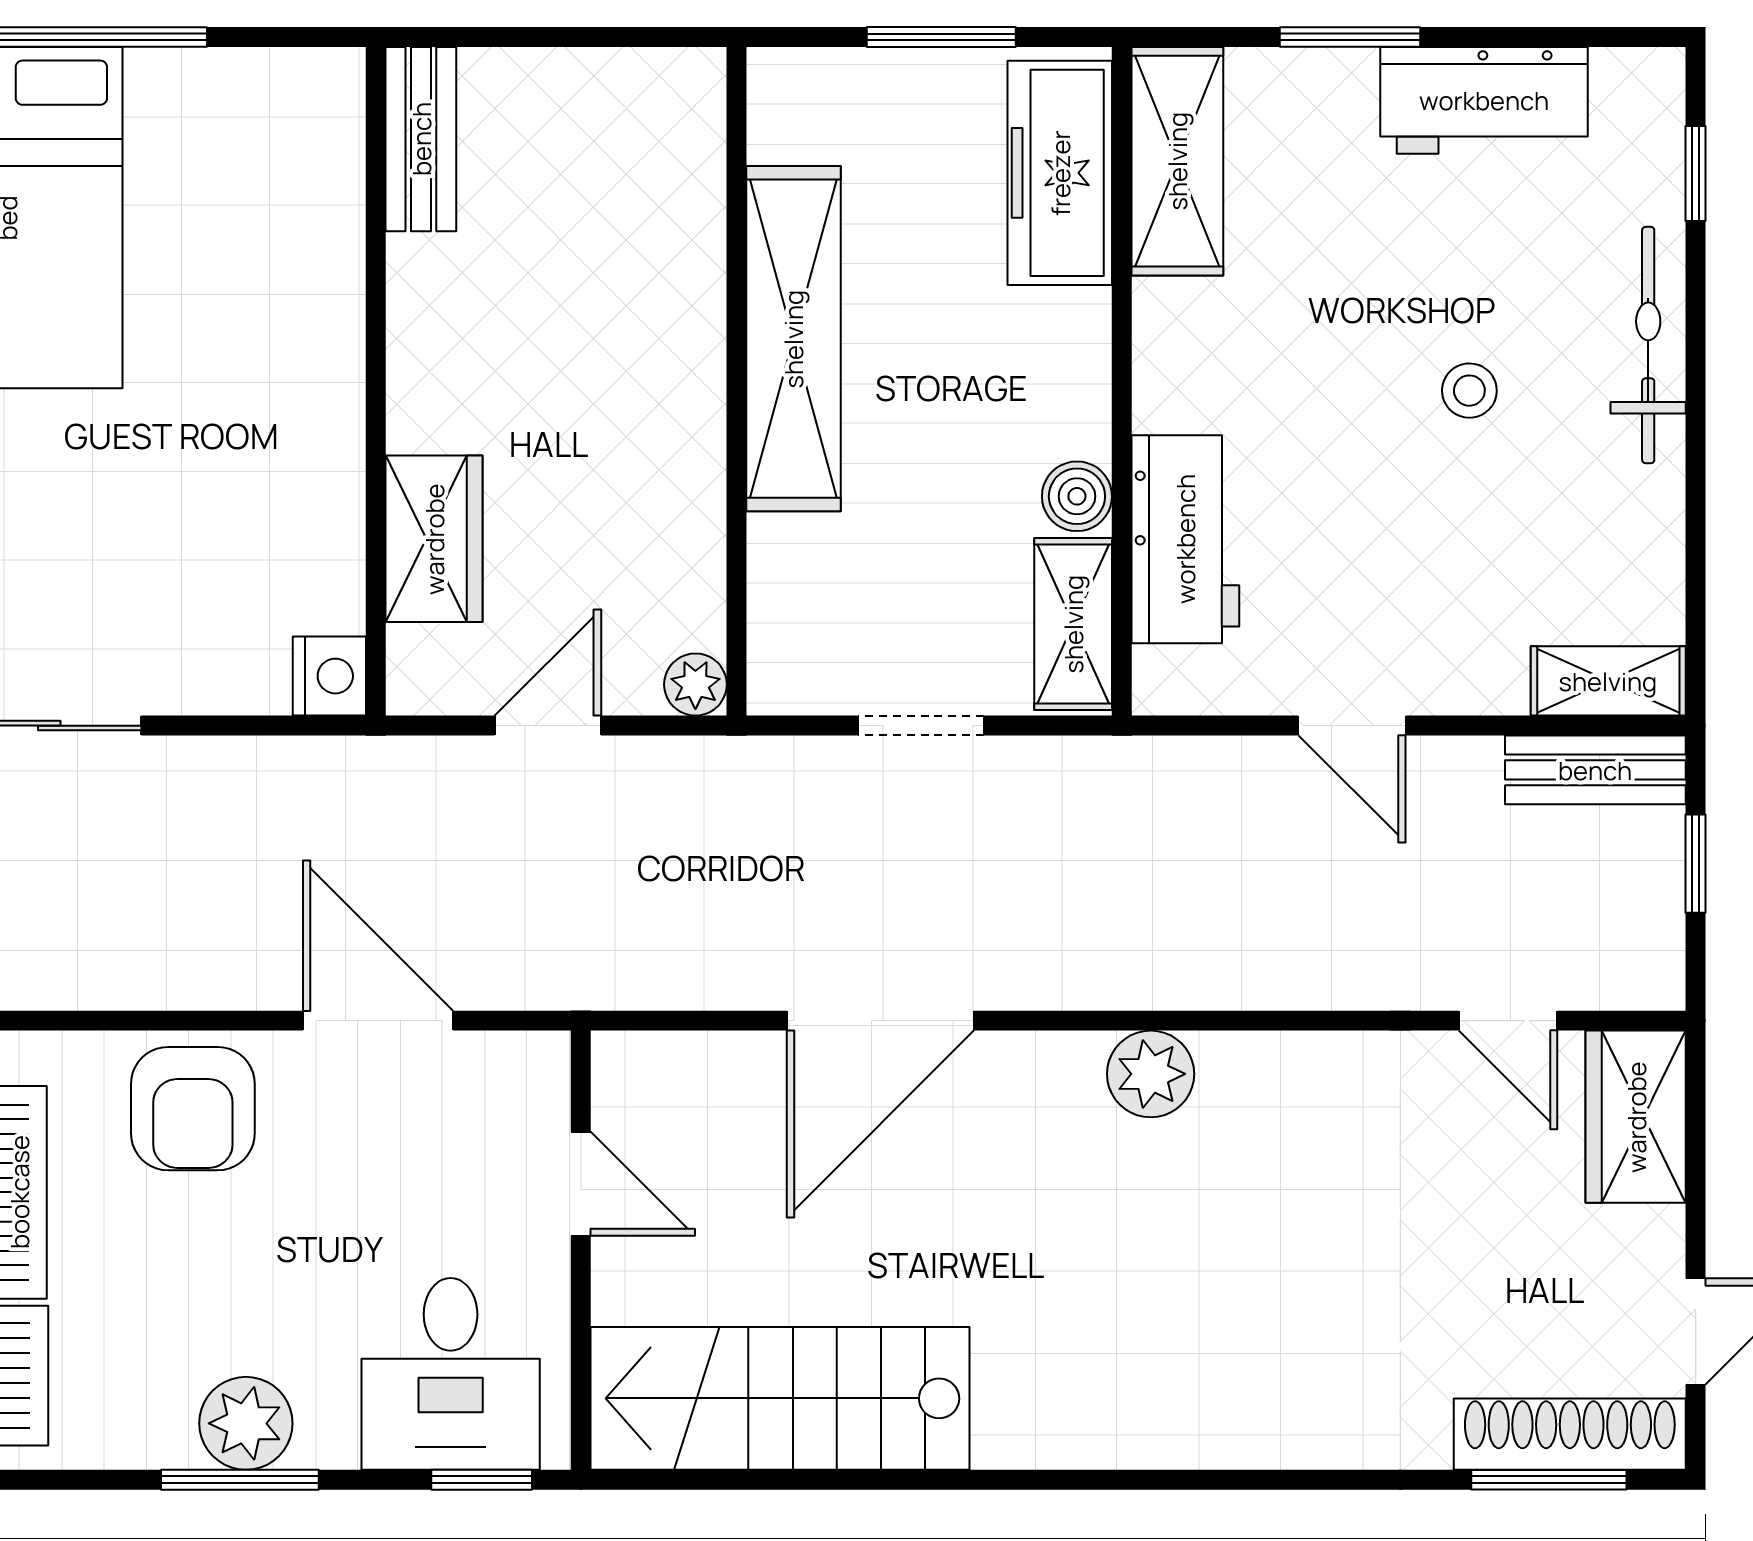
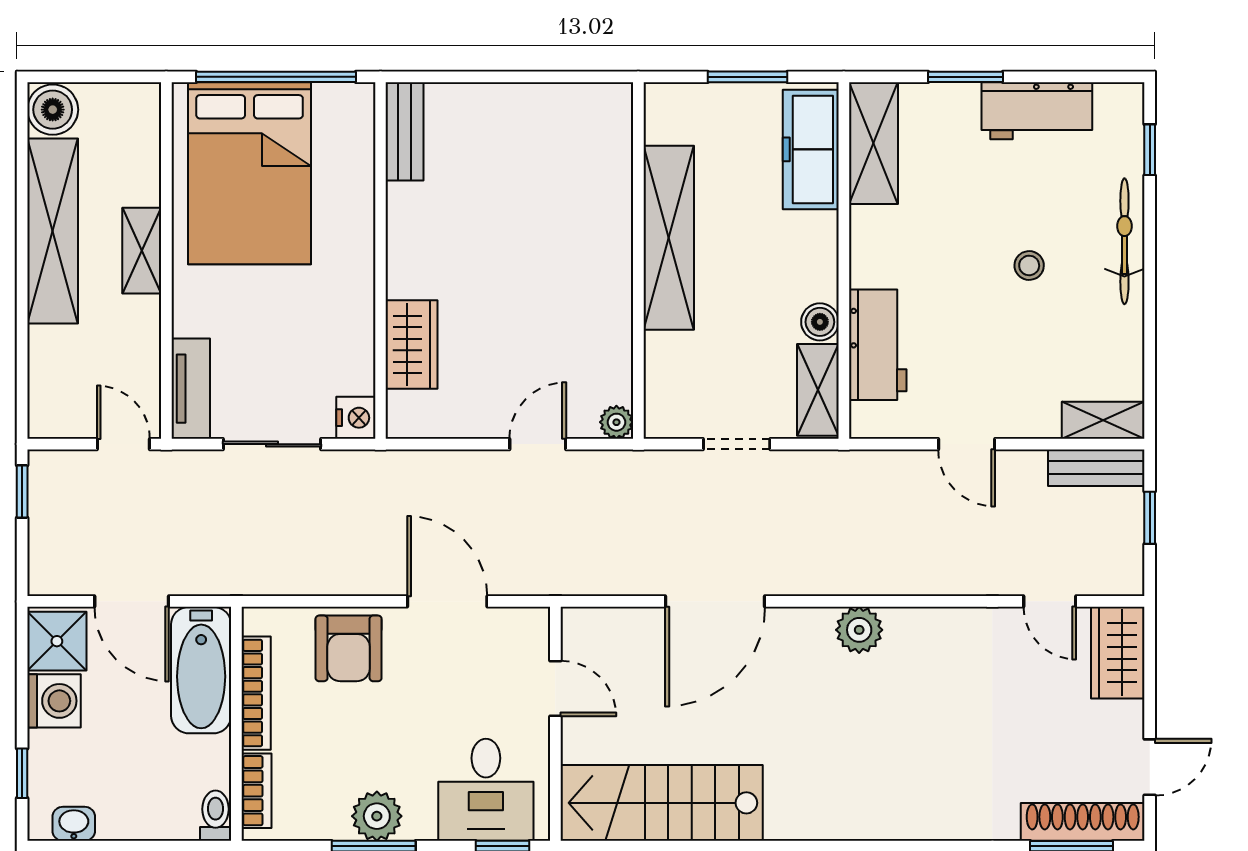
bench: (421, 139) -> (405, 131), moved
wall: (376, 381) -> (380, 261), moved
wardrobe: (434, 539) -> (412, 344), moved
nightstand: (329, 676) -> (356, 418), moved

